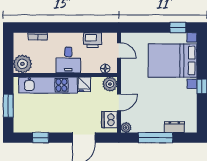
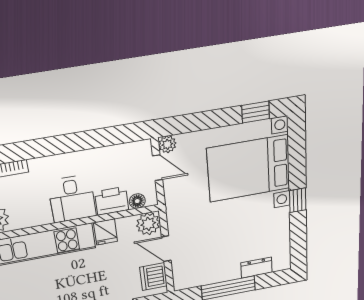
printer: (93, 40) -> (112, 201), moved, turned 180
door: (119, 102) -> (166, 249), swing flipped
plant: (126, 128) -> (167, 144), moved

